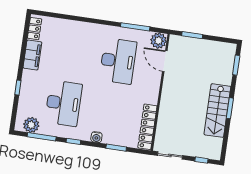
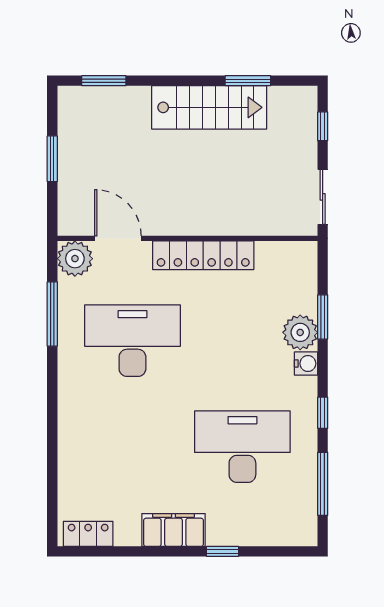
window: (192, 35) -> (52, 159), moved
filing cabinet: (32, 55) -> (173, 530), moved
door: (165, 61) -> (118, 238), swing flipped
window: (230, 108) -> (248, 81), moved
plant: (31, 125) -> (300, 332), moved
locker: (147, 127) -> (203, 255), moved

